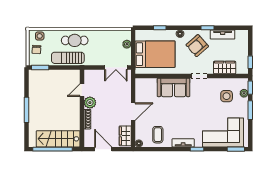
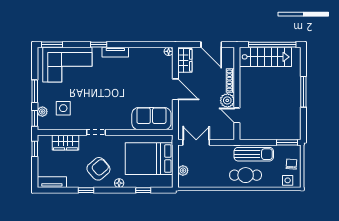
tv unit: (223, 35) -> (52, 182), moved
sofa: (174, 87) -> (151, 119), moved
door: (82, 90) -> (237, 115), swing flipped
door: (133, 112) -> (175, 89), swing flipped
coffee table: (158, 135) -> (146, 62), removed

